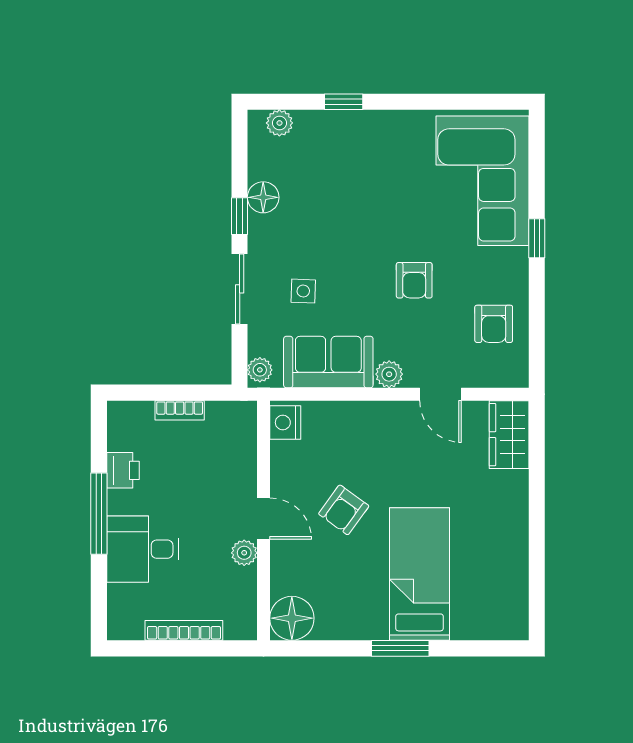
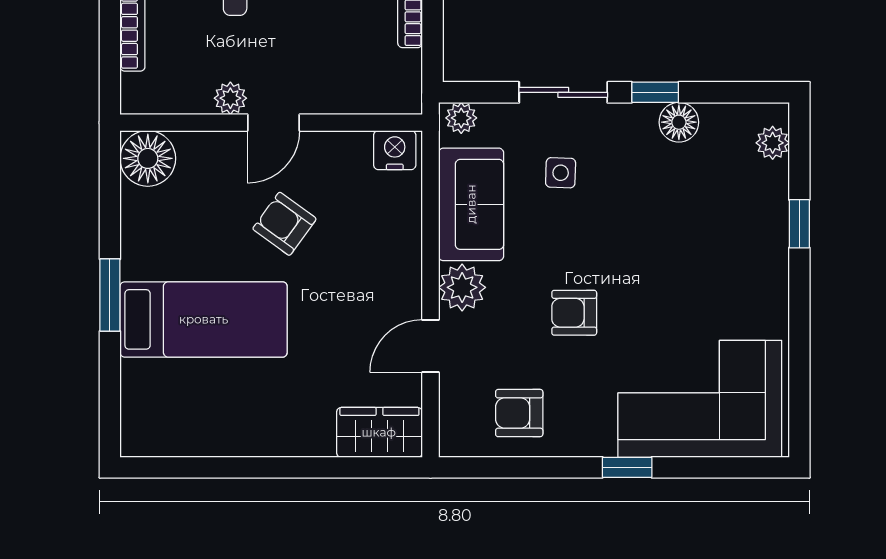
plant: (389, 374) -> (462, 287), width x1.38, depth x1.38

